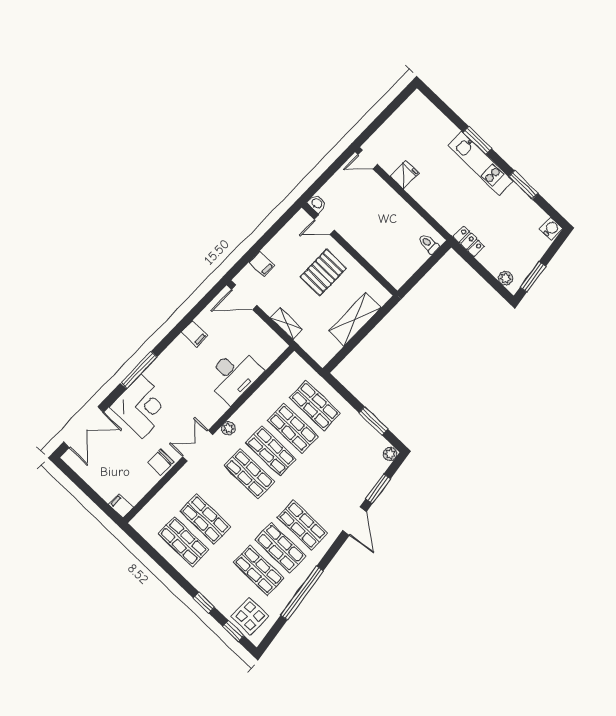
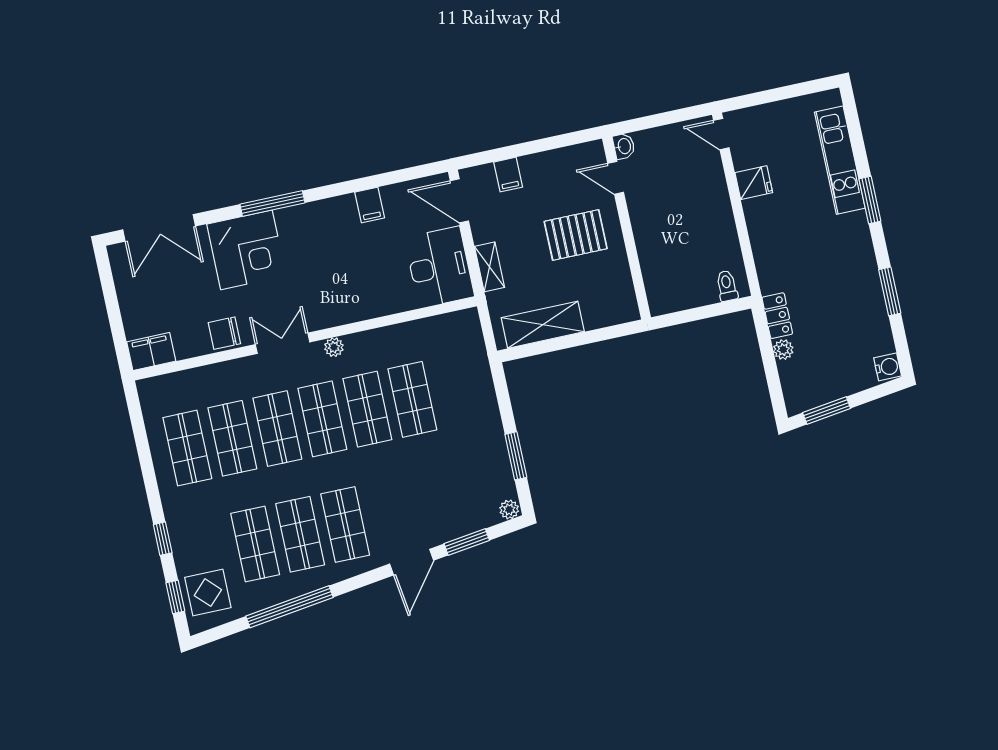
kitchen unit: (481, 164) -> (840, 160), moved
plant: (505, 278) -> (783, 350), moved
shelving: (355, 319) -> (543, 325), moved
desk: (234, 375) -> (439, 267), moved, turned -90
shop shelf: (315, 406) -> (277, 429), moved
filing cabinet: (121, 506) -> (151, 352), width x2.00

